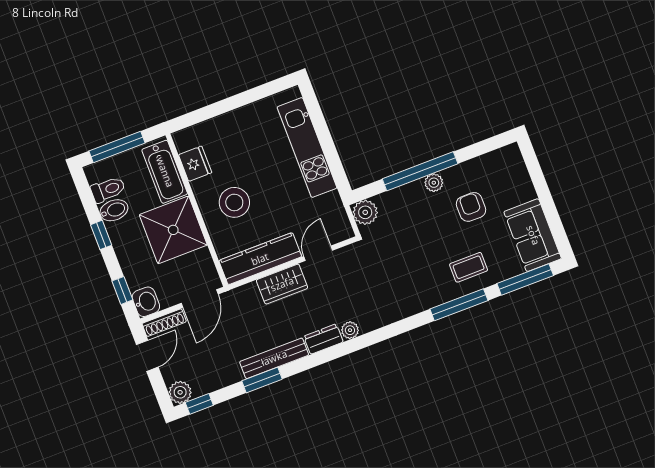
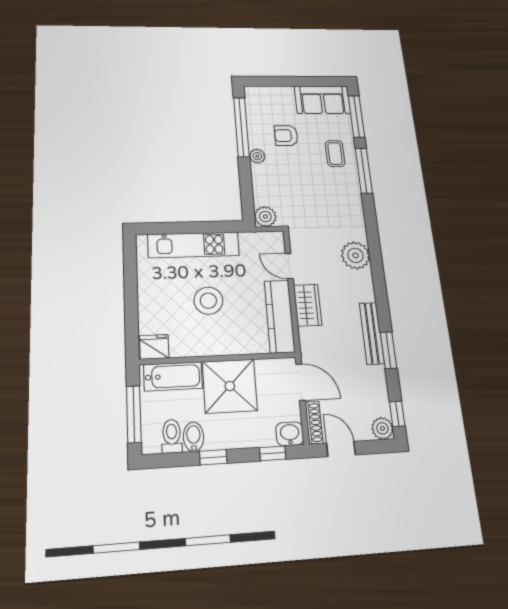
fridge: (195, 164) -> (154, 347), moved
window: (420, 171) -> (241, 127), moved
stool: (234, 202) -> (208, 301), moved
plant: (350, 330) -> (356, 255), width x1.88, depth x1.88
dresser: (323, 339) -> (365, 286), removed

